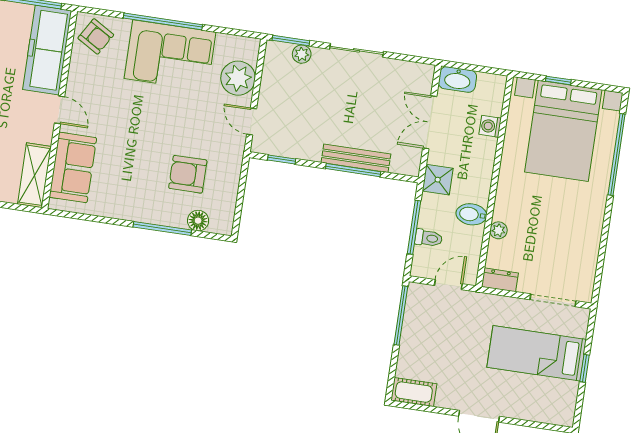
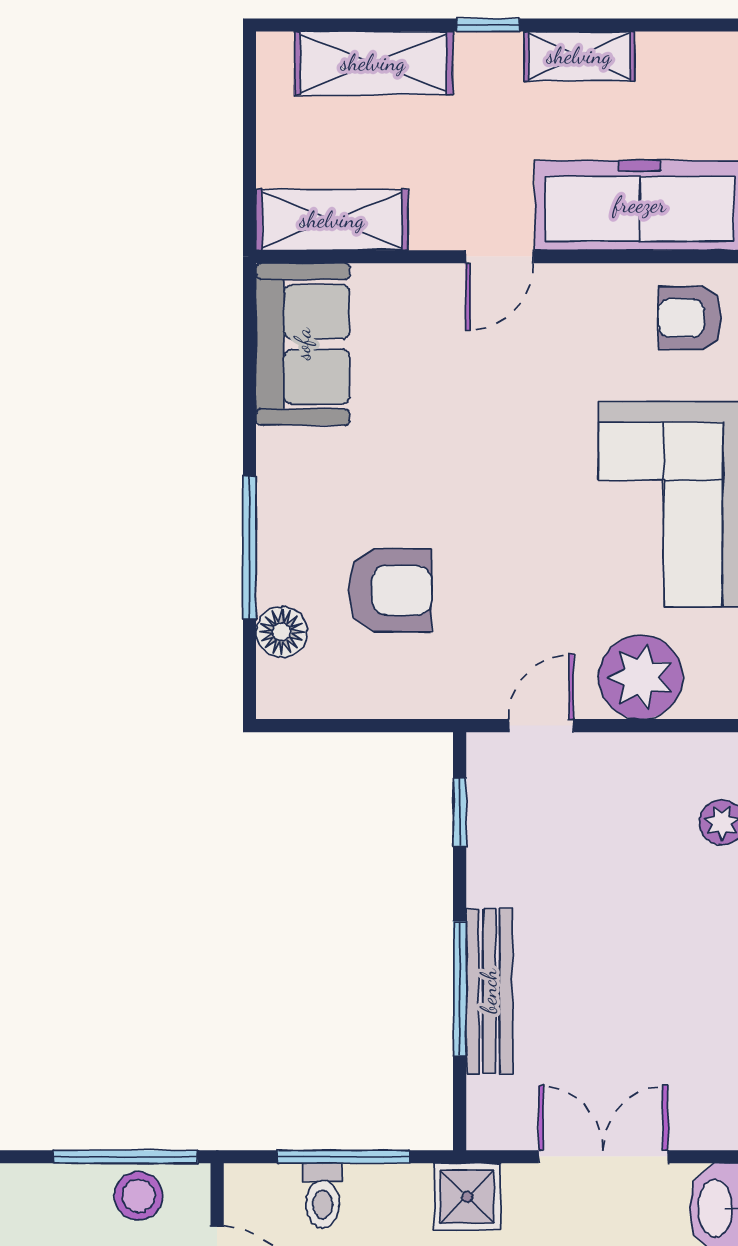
armchair: (96, 36) -> (690, 318), turned 59
sofa: (73, 167) -> (303, 344), moved, turned -90
armchair: (188, 174) -> (390, 590), turned 90
stool: (417, 313) -> (138, 1196), added

